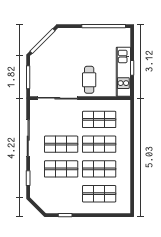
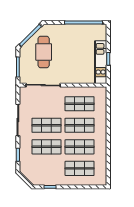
cafe table: (89, 80) -> (44, 52), moved, width x1.37, depth x1.35

